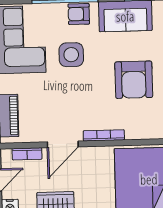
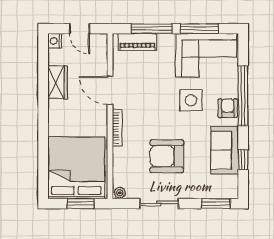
bookcase: (27, 154) -> (102, 58), removed

